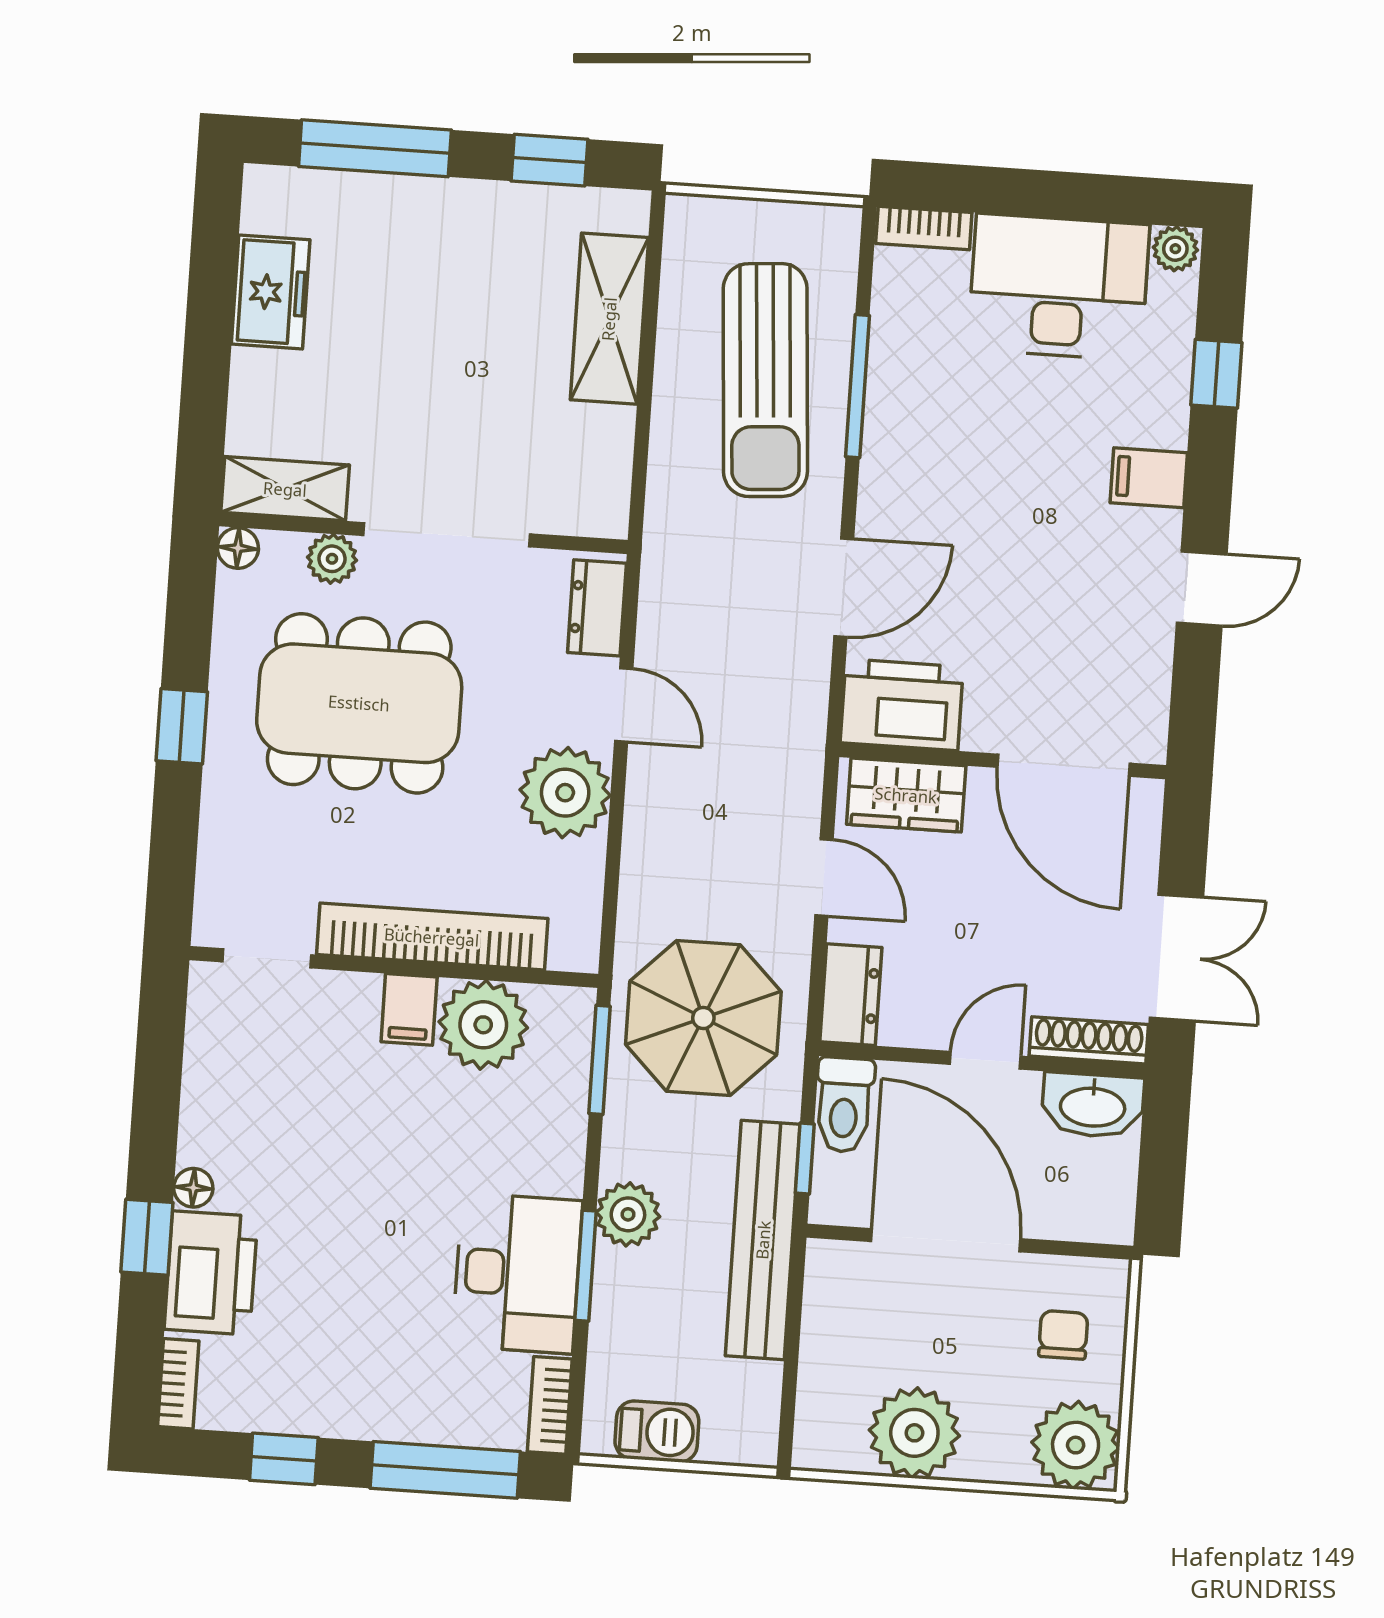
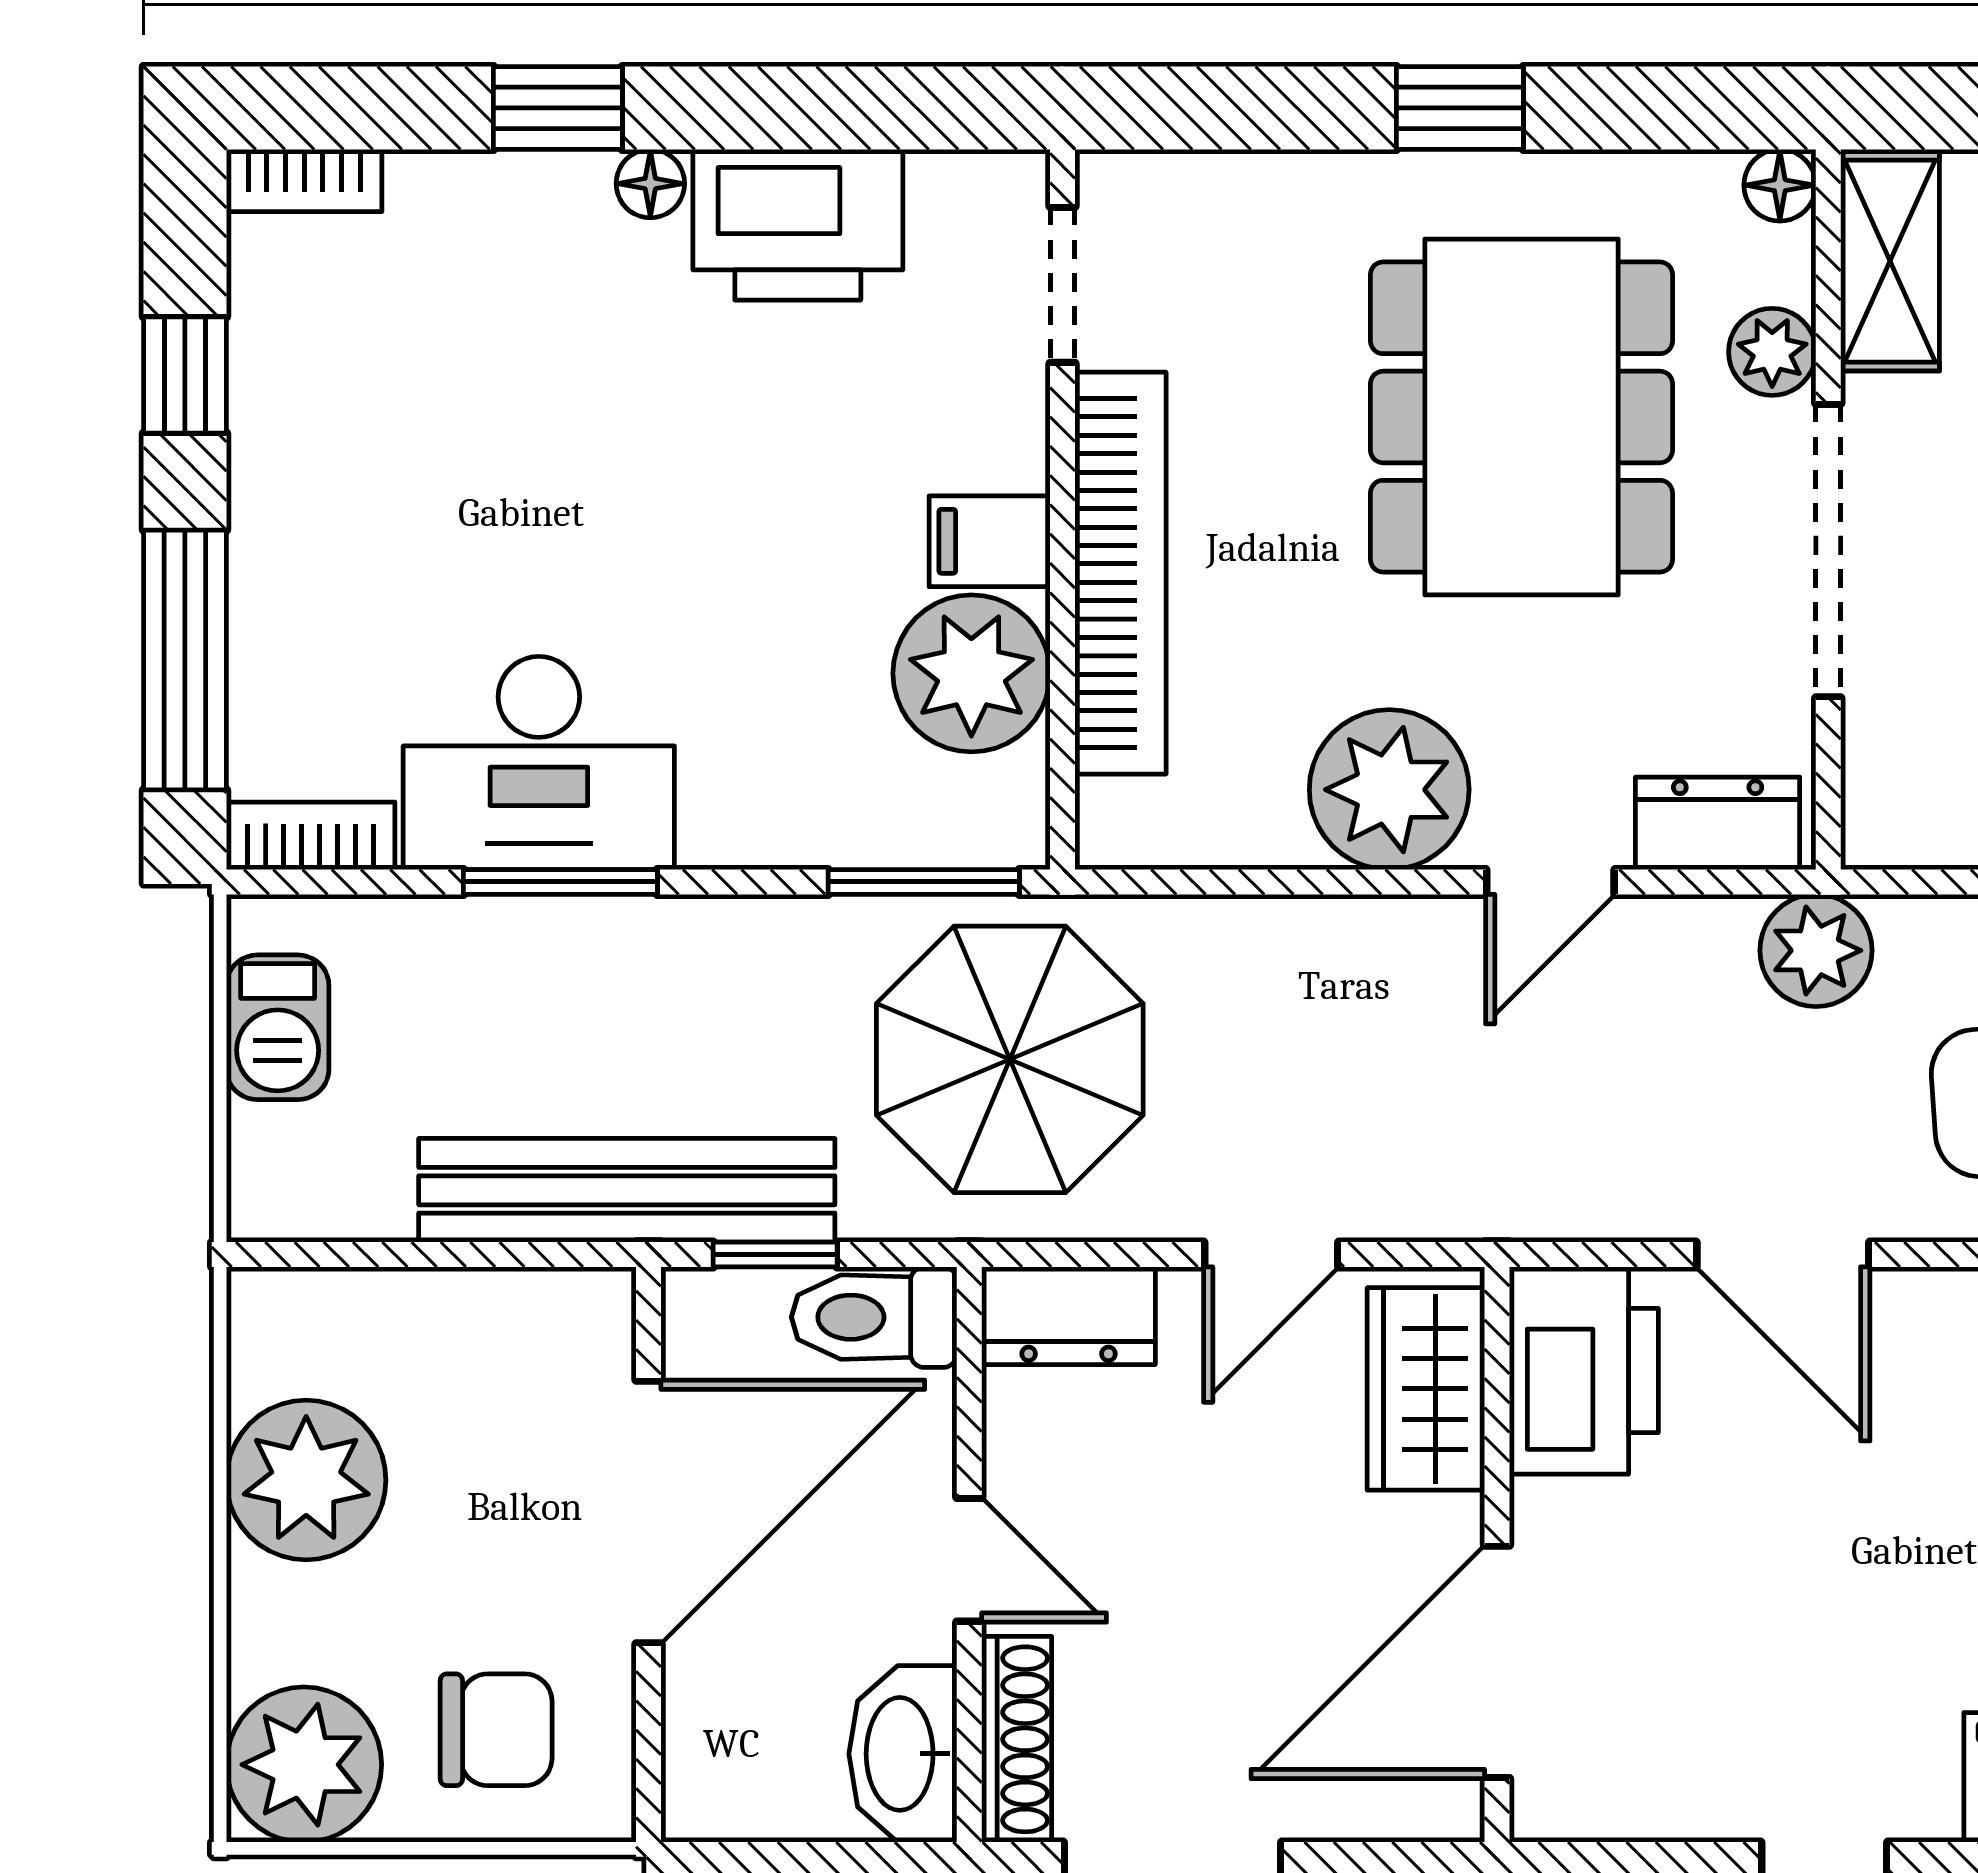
plant: (628, 1214) -> (1816, 950), moved
printer: (211, 1273) -> (798, 225), moved
chair: (1063, 1335) -> (496, 1730), width x1.37, depth x1.37

